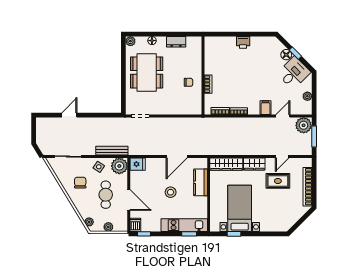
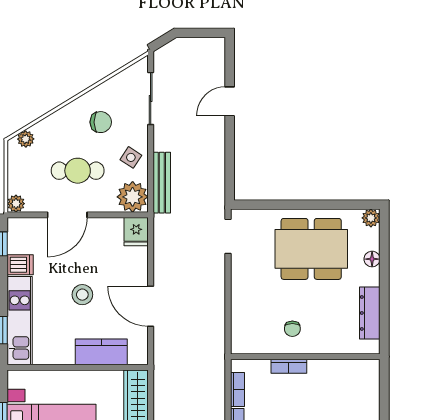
dresser: (176, 42) -> (370, 313), width x1.44
door: (69, 115) -> (230, 101), swing flipped
dishwasher: (135, 225) -> (20, 265), moved
plant: (108, 227) -> (16, 204), moved

